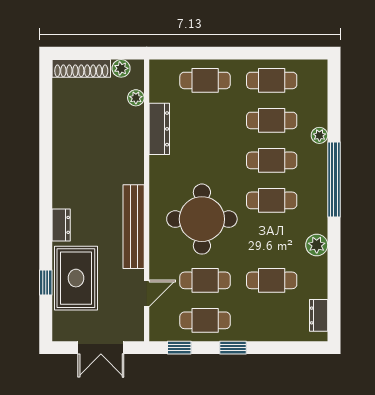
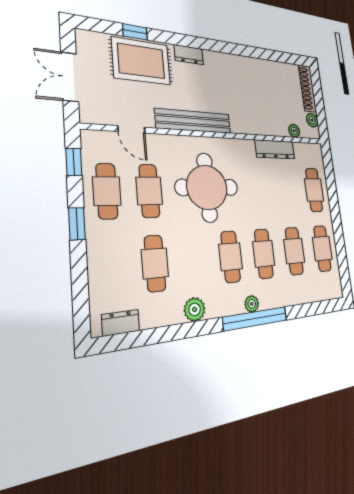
plant: (319, 135) -> (252, 304), moved

